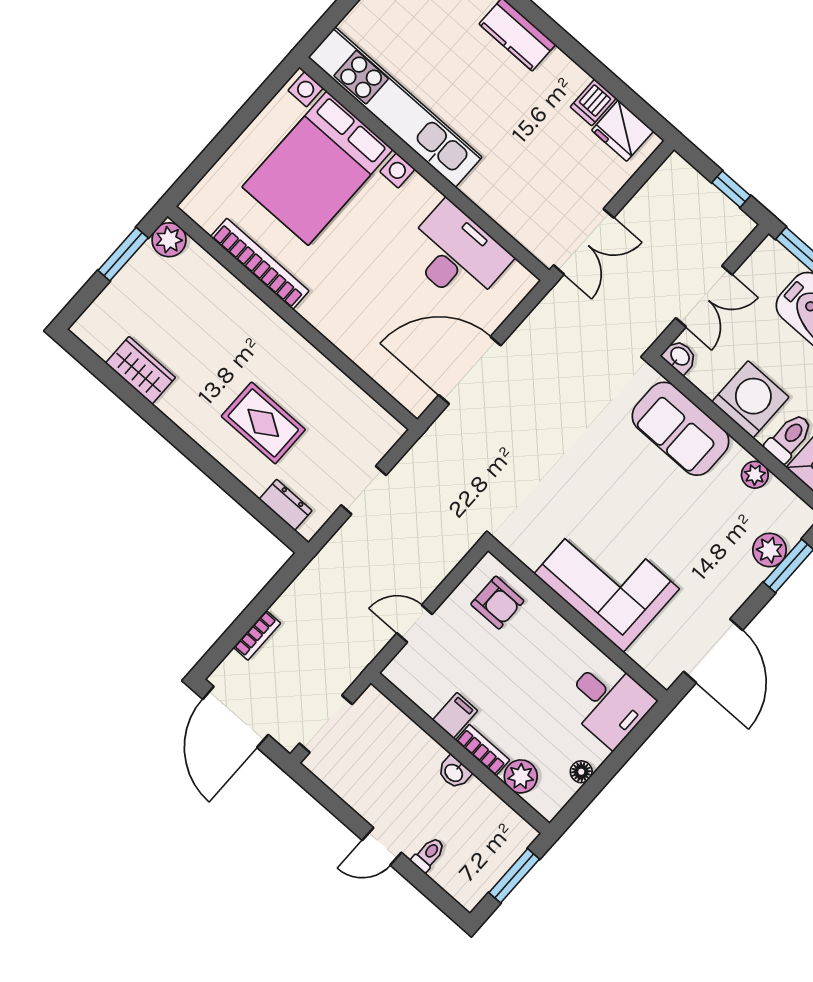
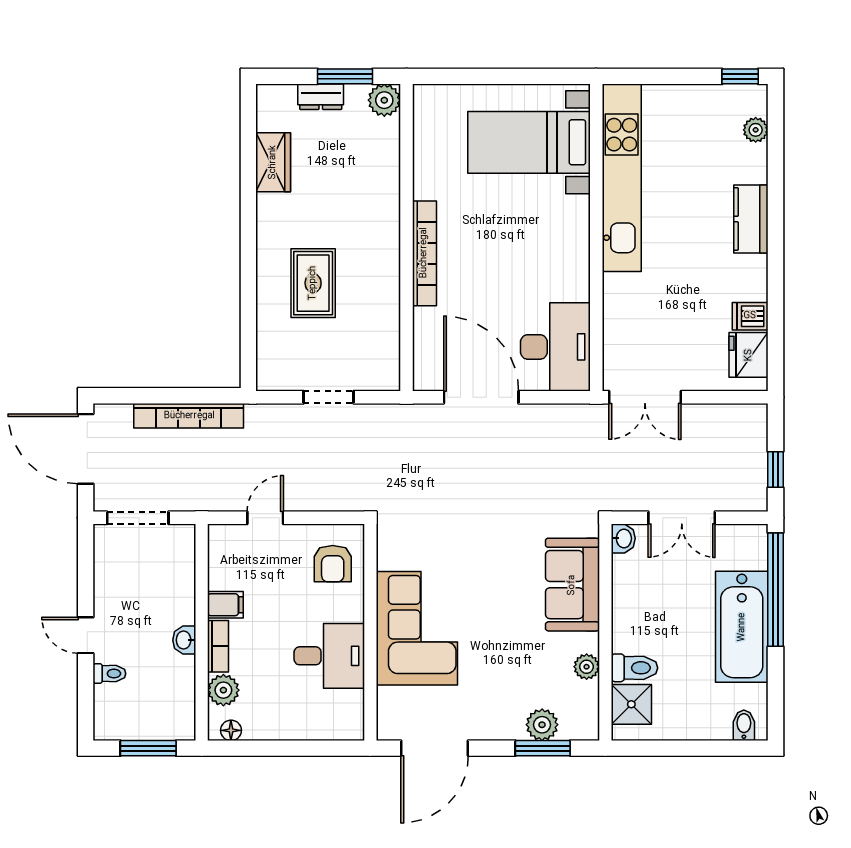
bed with nightstands: (317, 168) -> (529, 142), width x0.73
desk: (457, 254) -> (555, 347), moved
bookcase: (260, 264) -> (424, 253), moved
washing machine: (750, 399) -> (638, 616), removed
dresser: (286, 505) -> (321, 97), moved, turned 90
door: (414, 624) -> (265, 518), hinge flipped
bookcase: (257, 635) -> (189, 416), width x2.31, depth x1.31
desk: (608, 702) -> (329, 656), moved, turned -90
door: (235, 717) -> (86, 449), hinge flipped
floor lamp: (581, 772) -> (231, 730), moved

